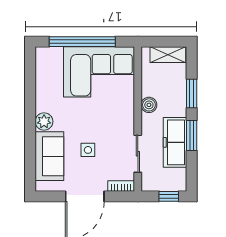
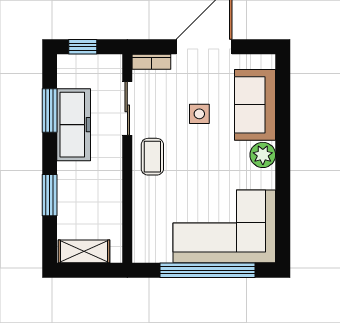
corner sofa: (99, 72) -> (224, 226), moved
boiler: (149, 105) -> (111, 179), removed
coffee table: (120, 120) -> (152, 157), added
window: (192, 136) -> (50, 110), moved

